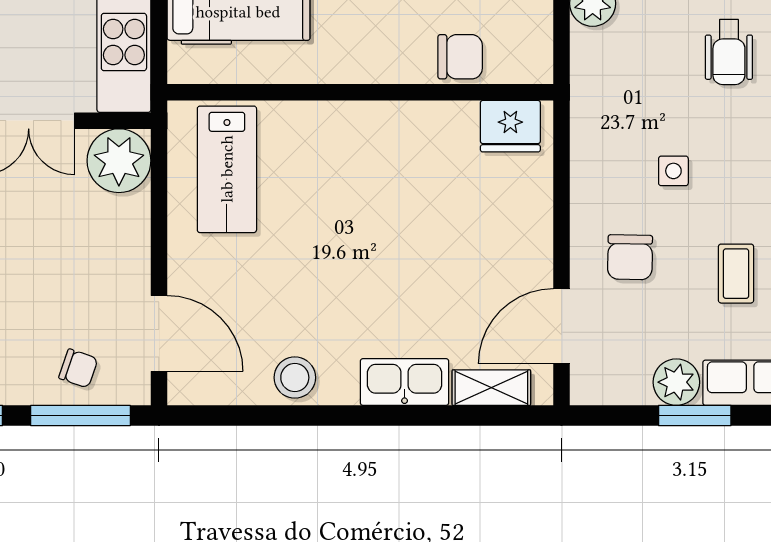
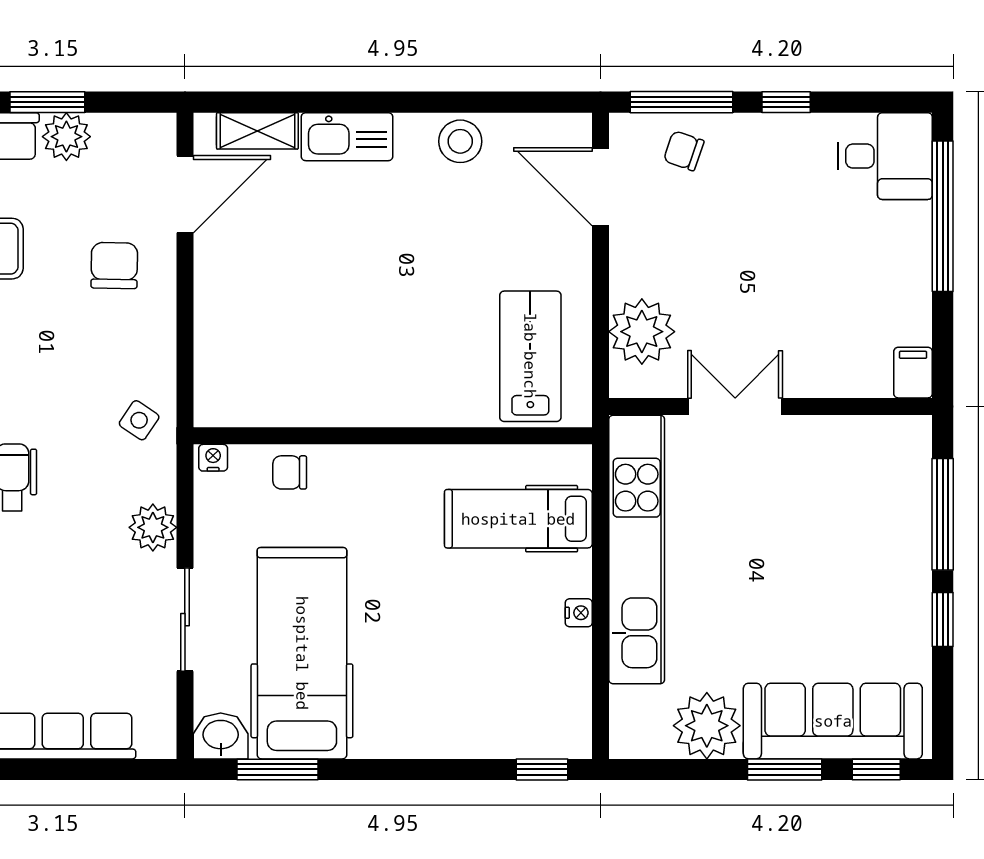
chair: (460, 57) -> (290, 472), width x0.73, depth x0.73
nightstand: (534, 71) -> (213, 458), added
fridge: (510, 126) -> (238, 401), removed
plant: (119, 161) -> (642, 332), moved
side table: (673, 171) -> (139, 420), moved, turned 34

